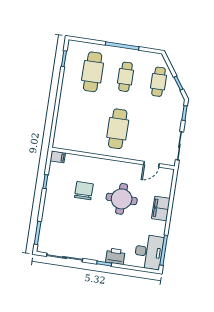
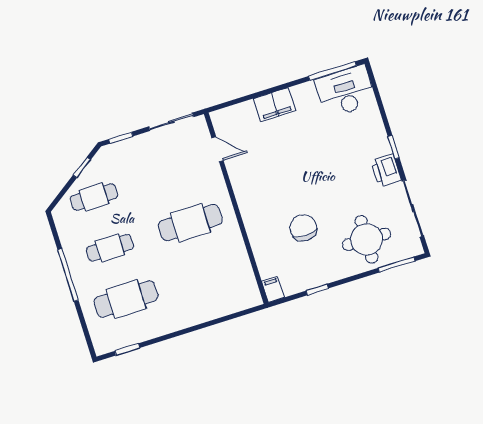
chair: (84, 191) -> (303, 228), turned 90
round table: (122, 199) -> (366, 239), moved
printer: (115, 256) -> (386, 170), moved

